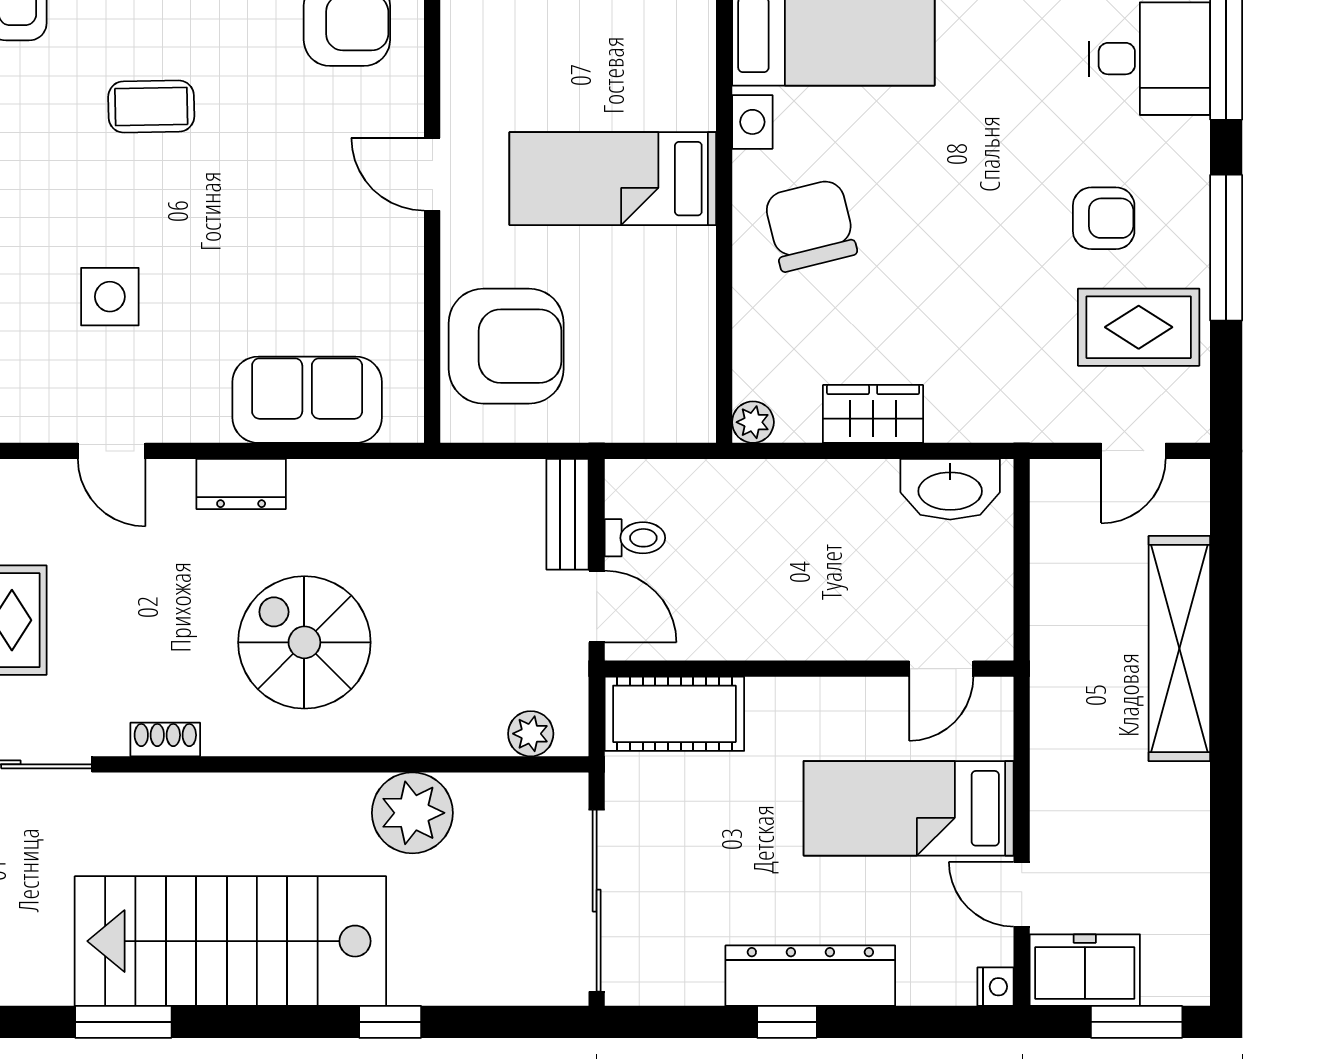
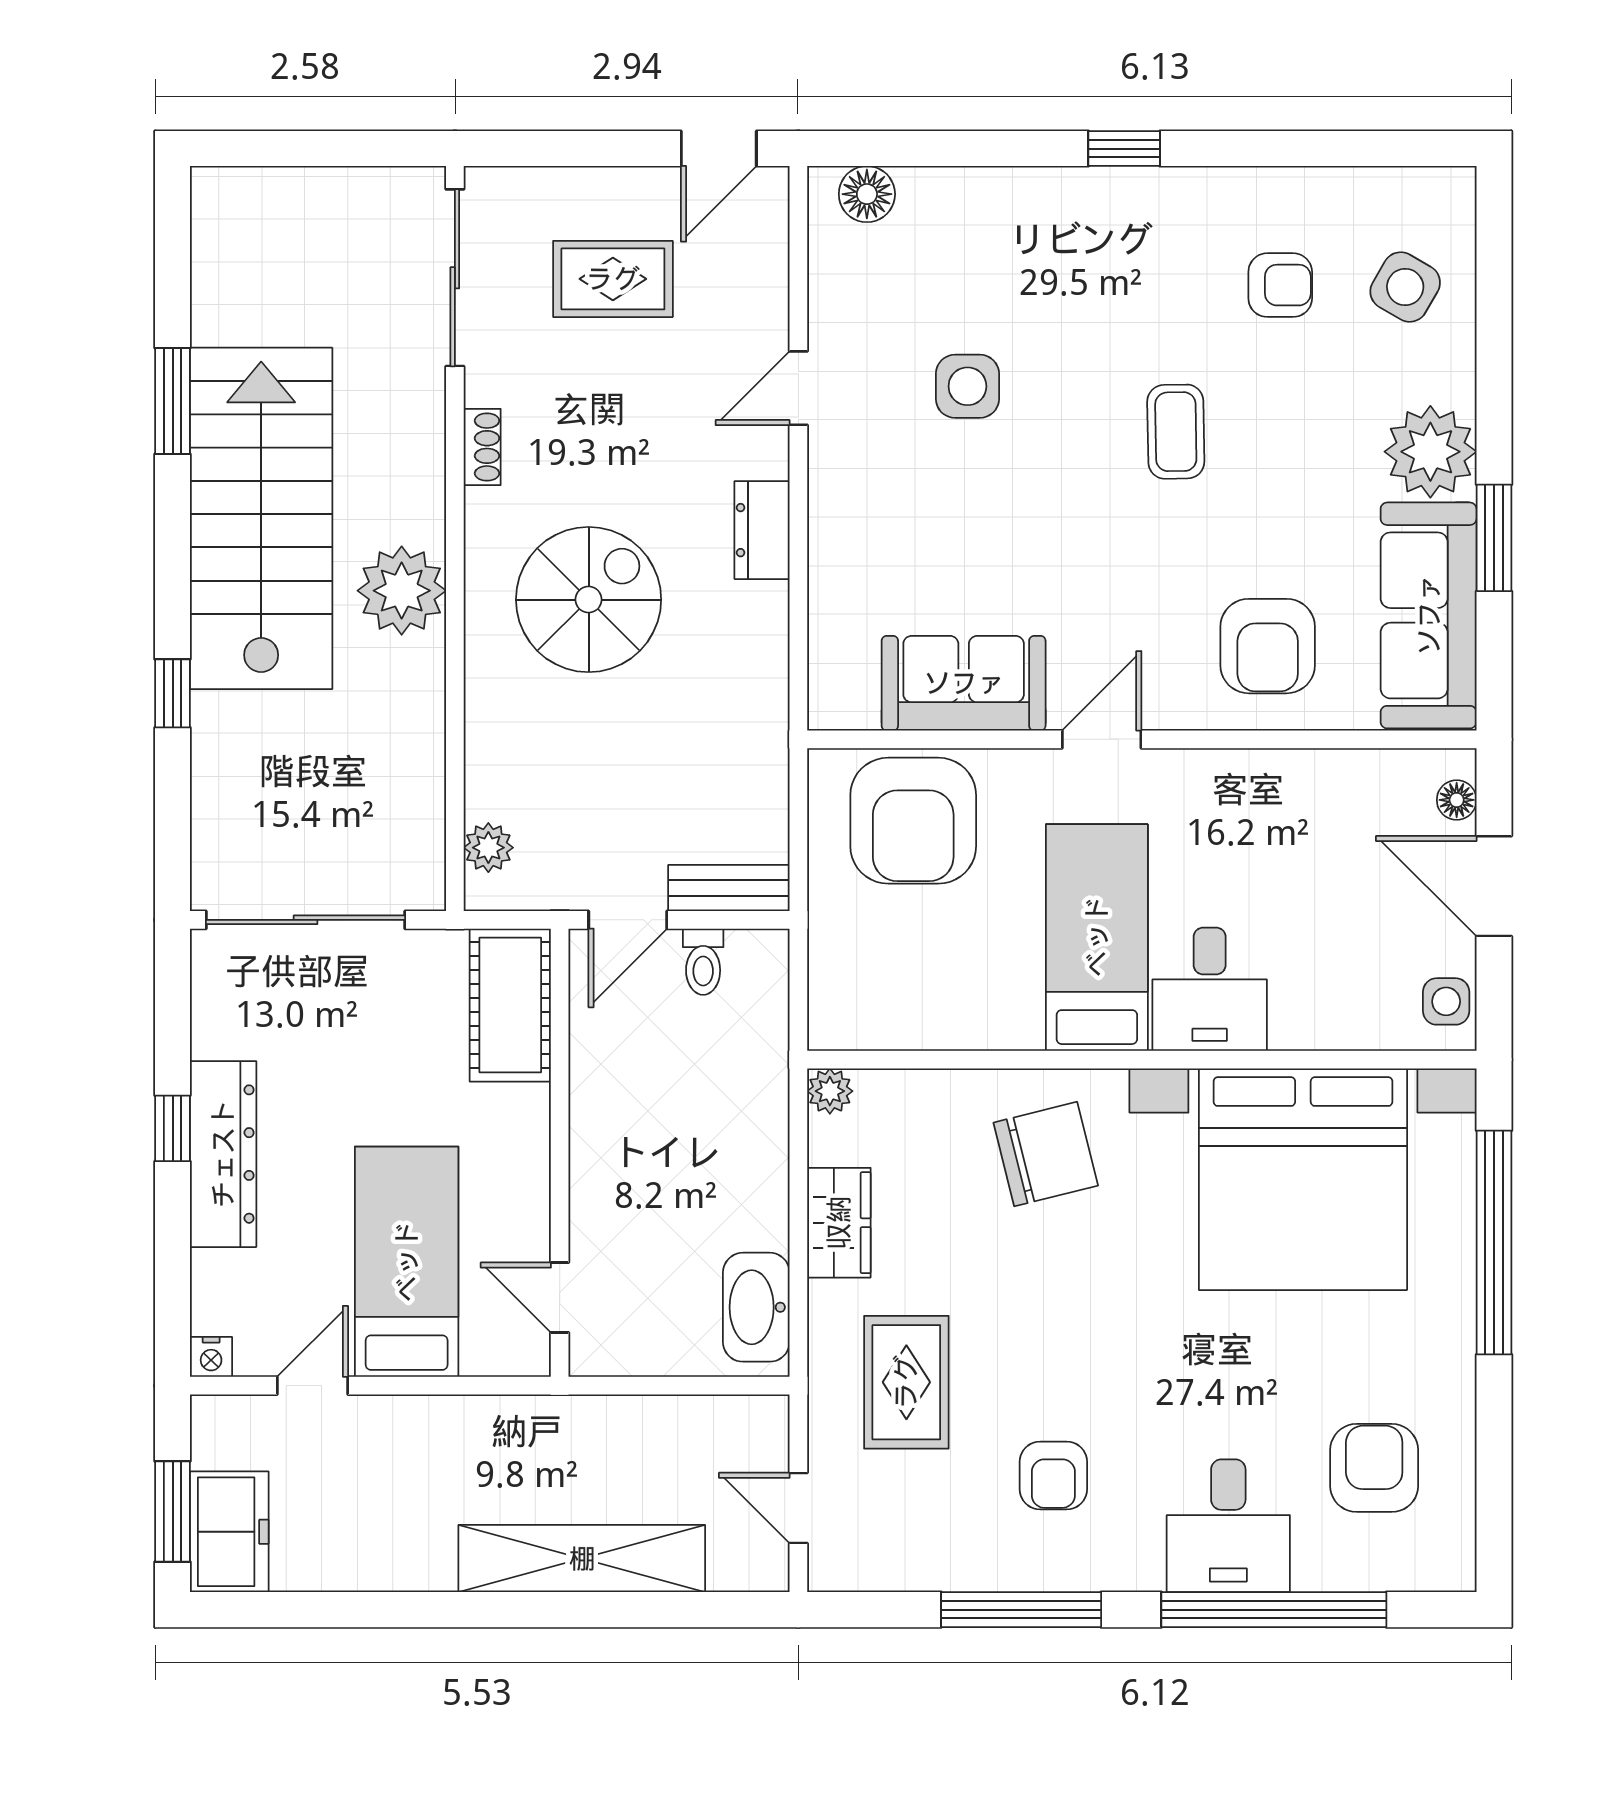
desk: (660, 76) -> (1210, 989), added
rug: (1139, 327) -> (906, 1382), moved
sofa: (307, 400) -> (964, 683), moved, turned -90
plant: (412, 813) -> (402, 591), moved
freezer: (1085, 970) -> (229, 1532), moved

